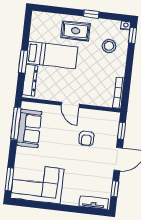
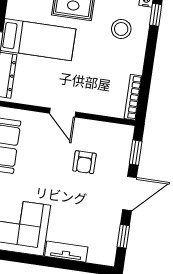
tv unit: (94, 202) -> (66, 252), moved

